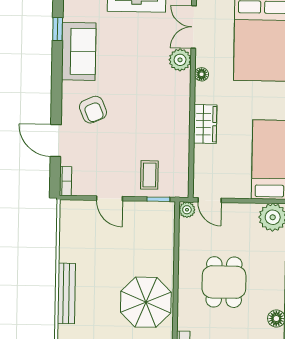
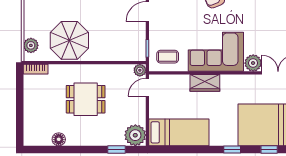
floor lamp: (202, 74) -> (242, 80), removed
corner sofa: (164, 109) -> (216, 52), added
coffee table: (149, 175) -> (168, 57), moved

